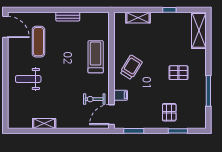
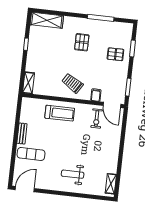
shelving: (138, 18) -> (28, 83), moved
exercise mat: (38, 42) -> (31, 154), moved
treadmill: (96, 57) -> (60, 113), turned 180
weight bench: (28, 79) -> (73, 174), turned 90
shelving: (44, 123) -> (111, 184), moved

